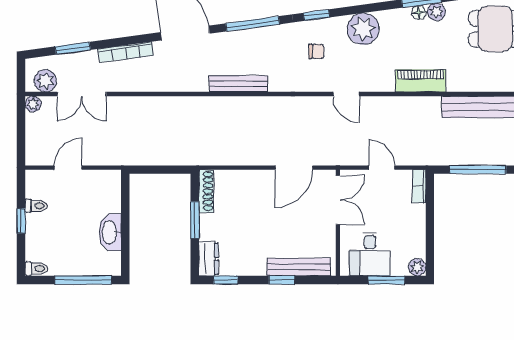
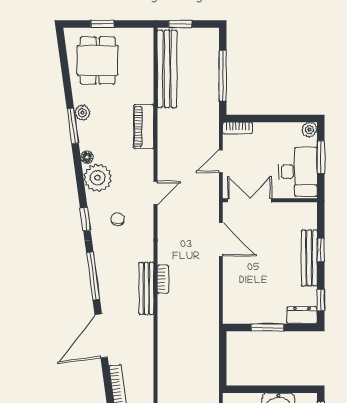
floor lamp: (419, 13) -> (87, 157), moved
bookcase: (249, 102) -> (163, 279), added
shoe rack: (206, 191) -> (242, 317), removed
desk: (370, 254) -> (298, 172), width x1.37
bench: (299, 267) -> (309, 258), moved

